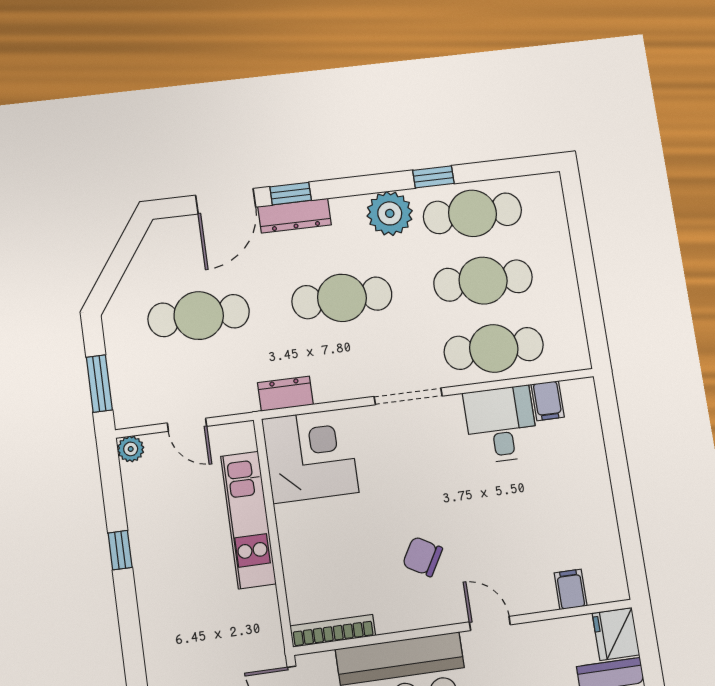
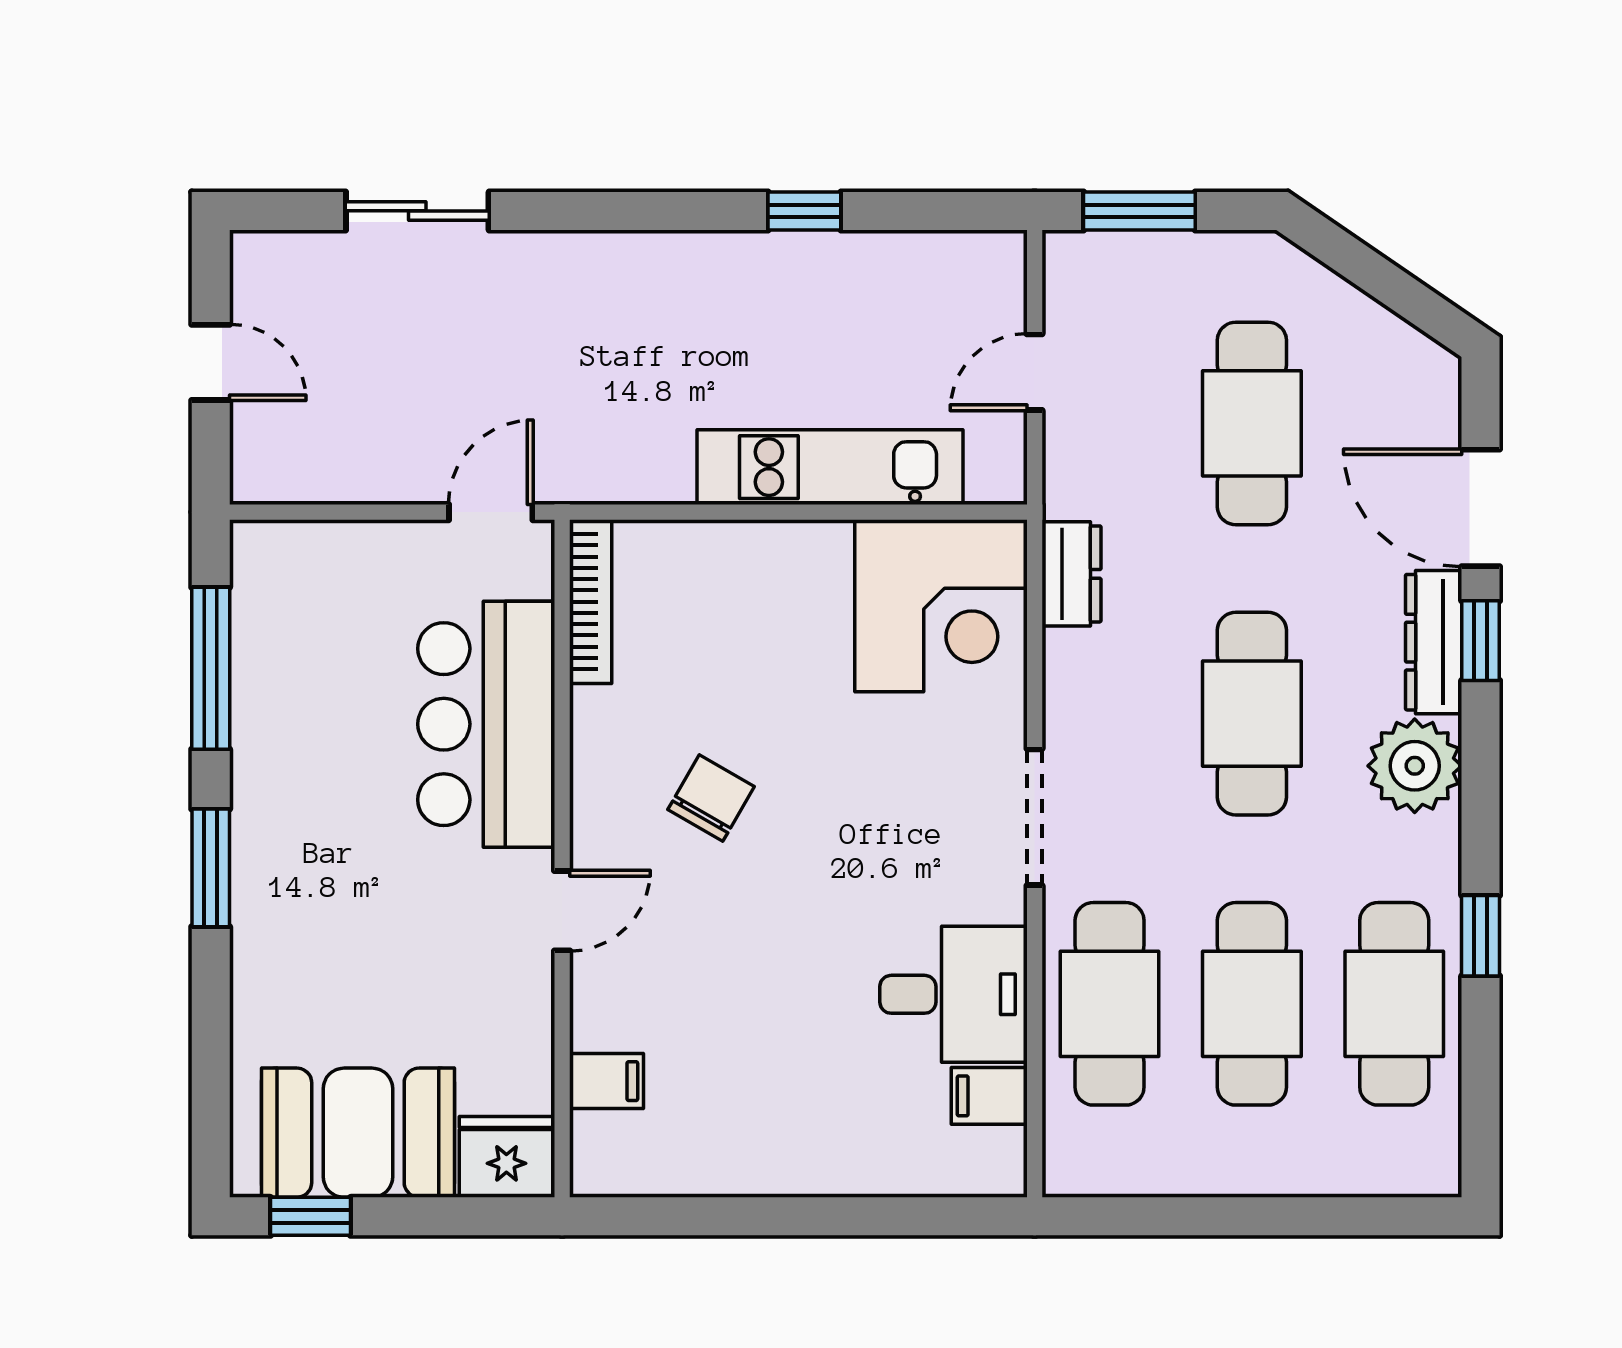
plant: (390, 213) -> (1415, 766), moved
plant: (131, 449) -> (1001, 256), removed

